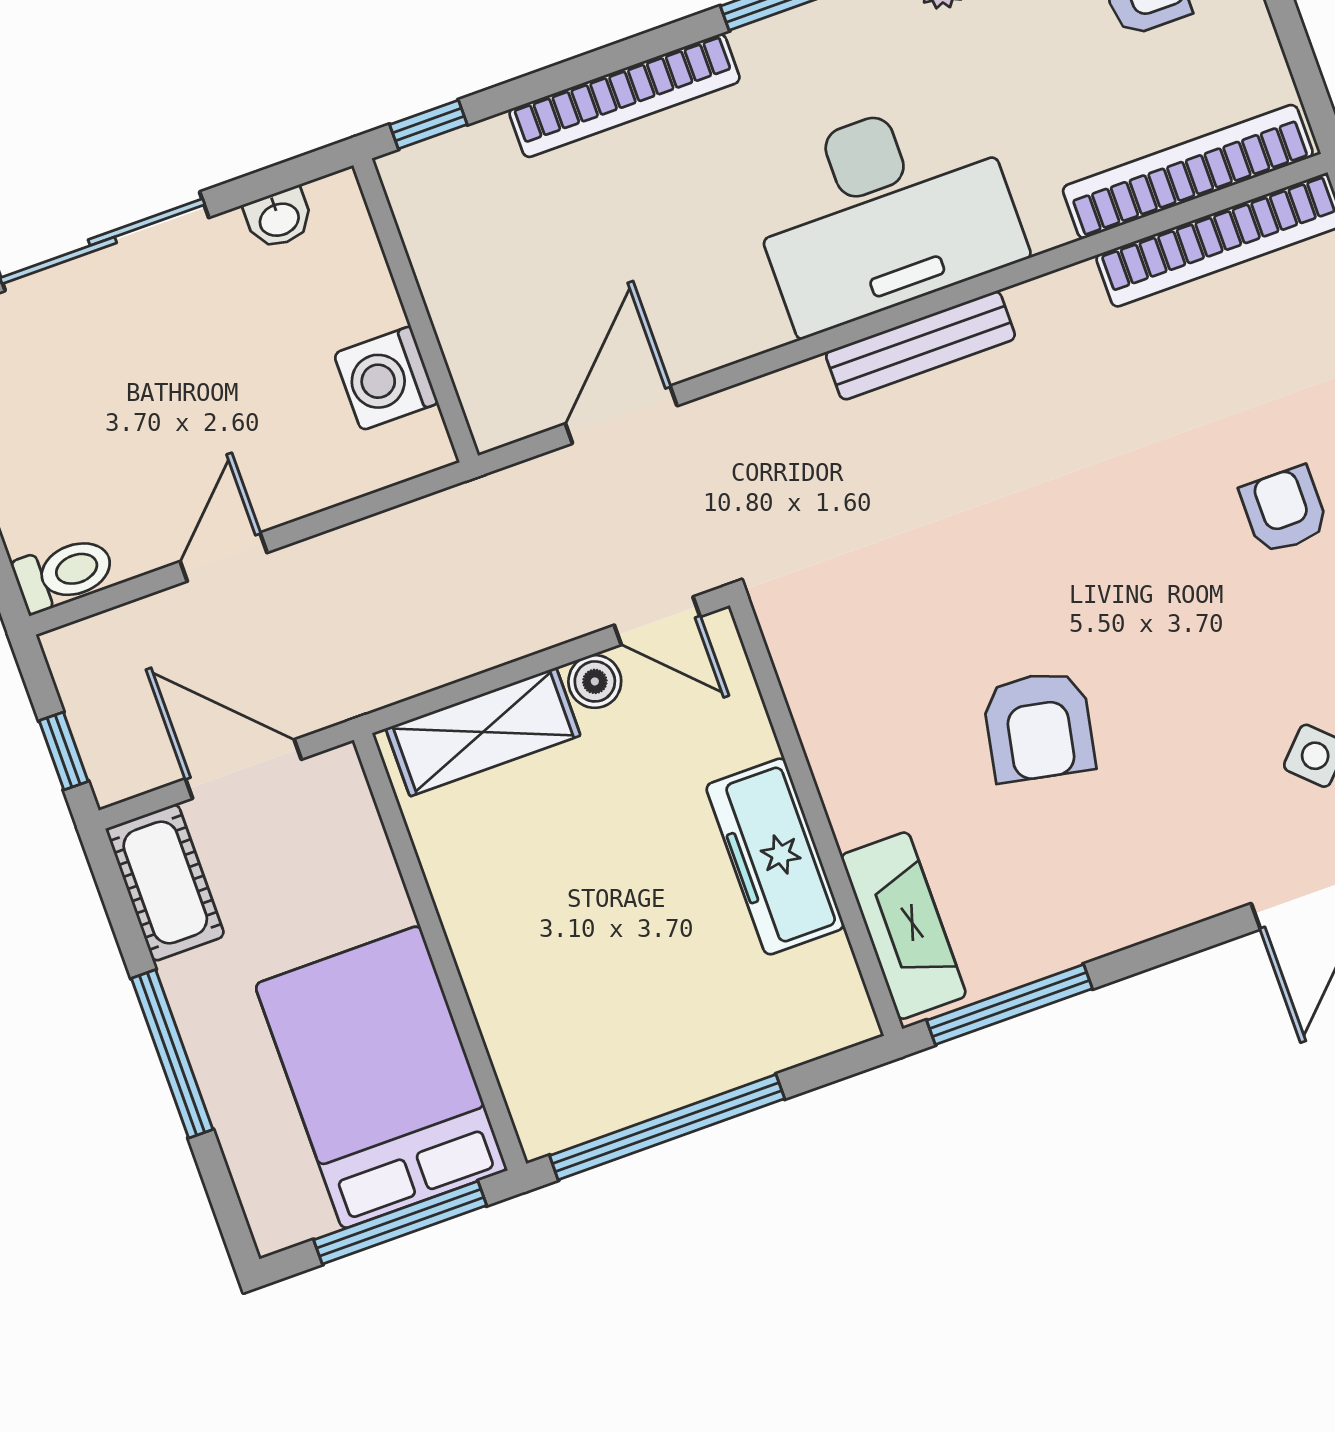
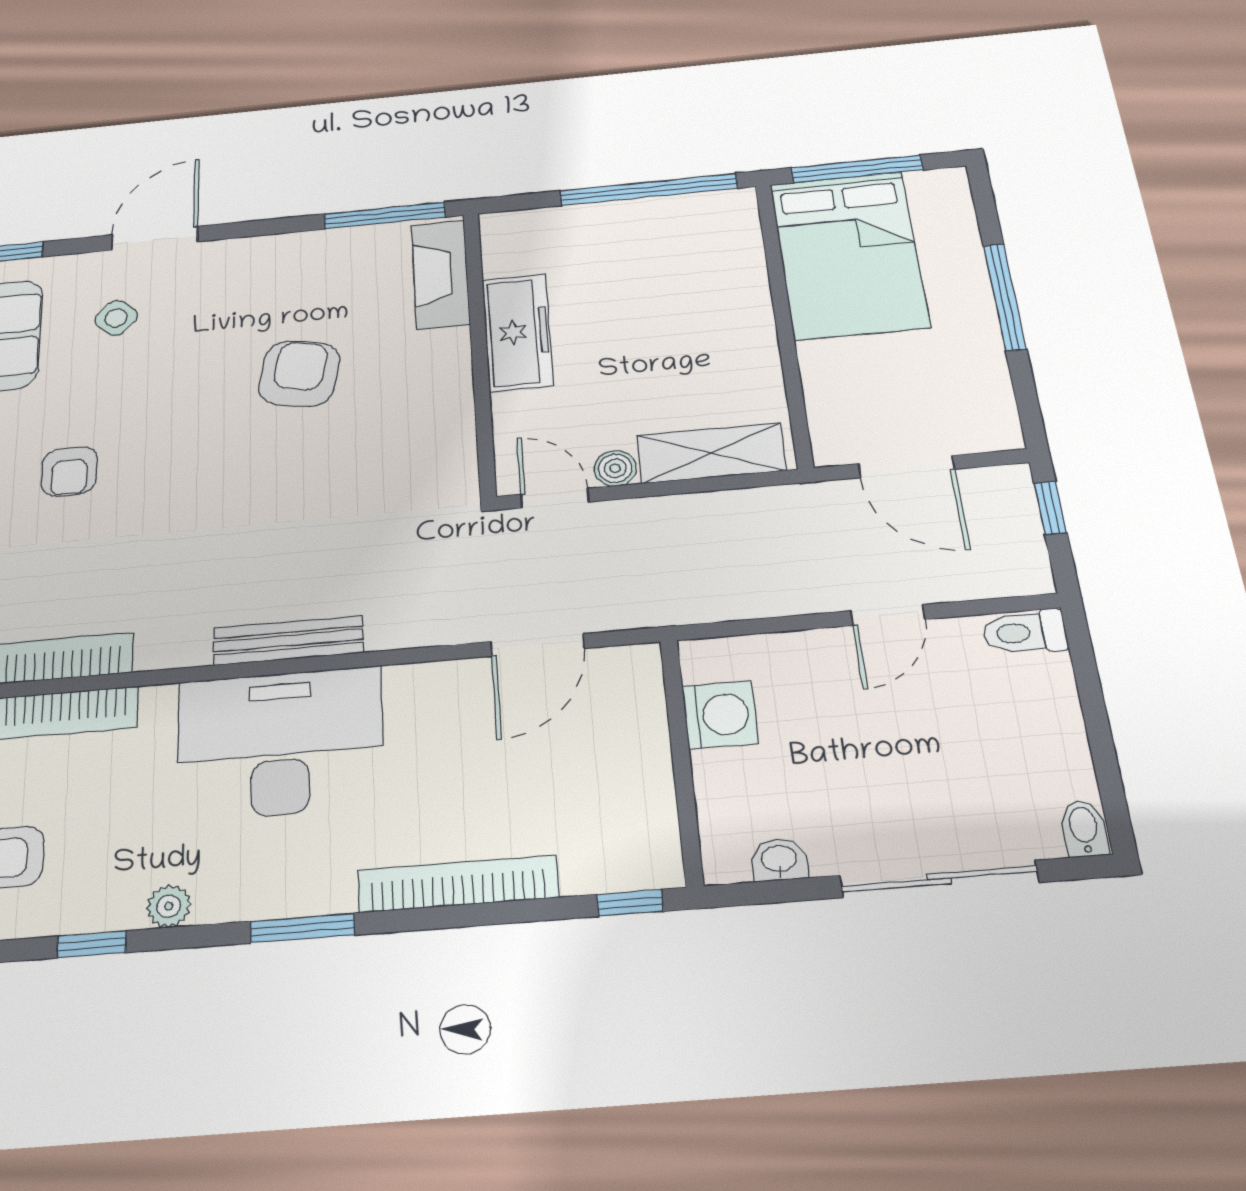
cot: (165, 882) -> (986, 405), removed

